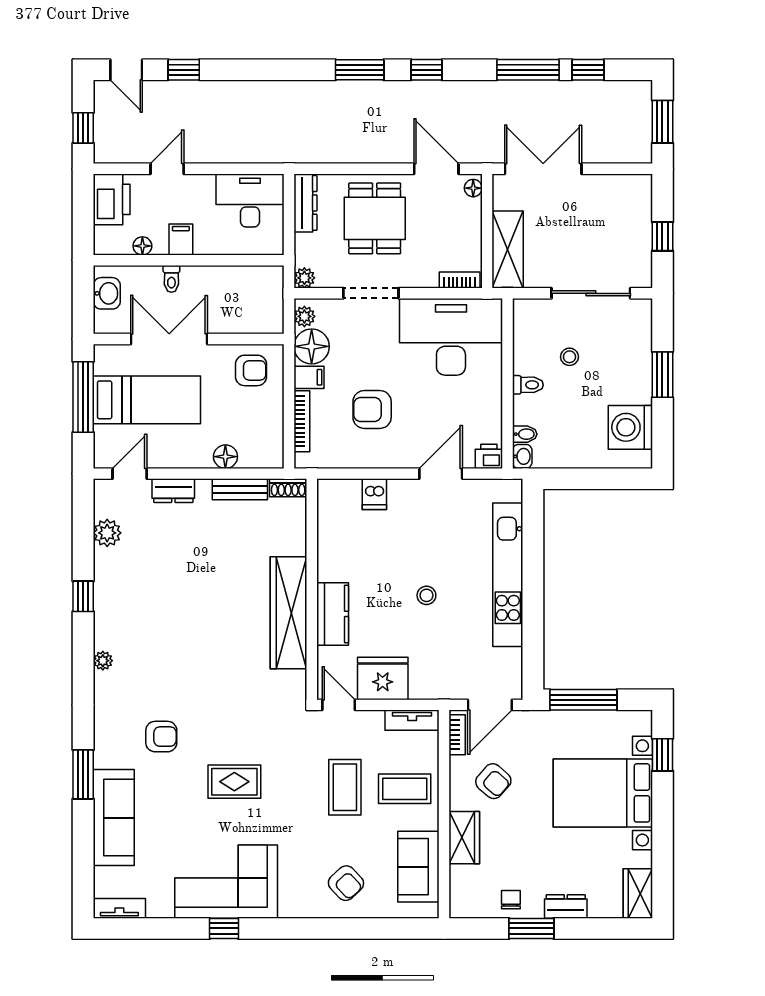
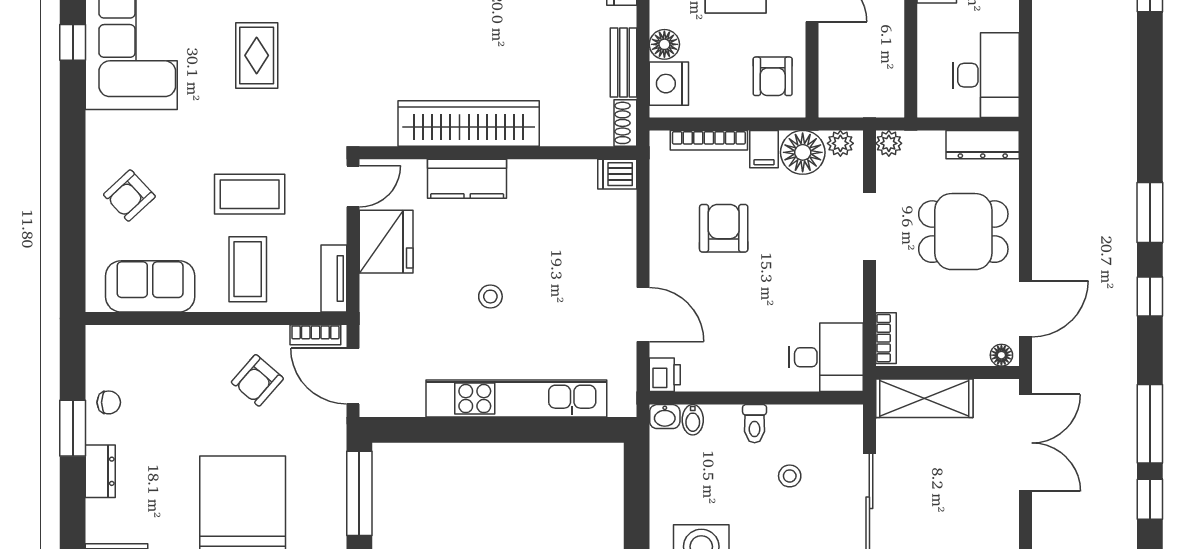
desk: (451, 337) -> (826, 357), width x0.53, depth x0.77
nightstand: (257, 453) -> (669, 84), added
dishwasher: (374, 494) -> (617, 174), moved
wardrobe: (464, 838) -> (187, 344), removed

